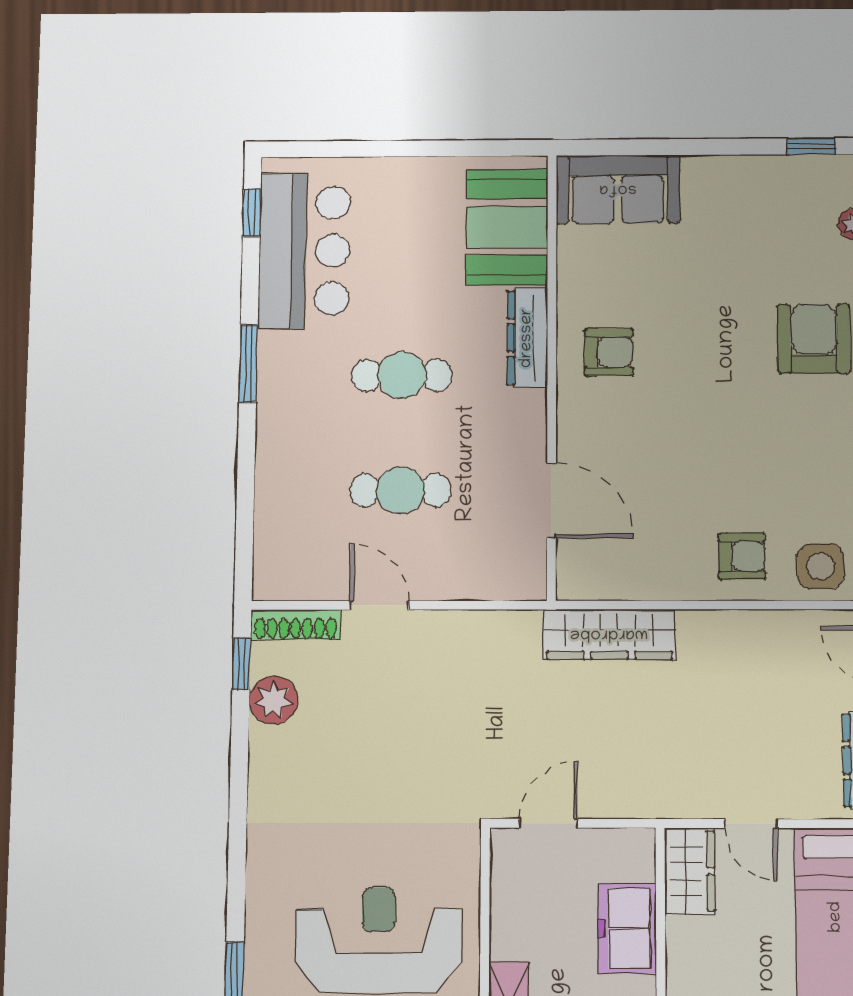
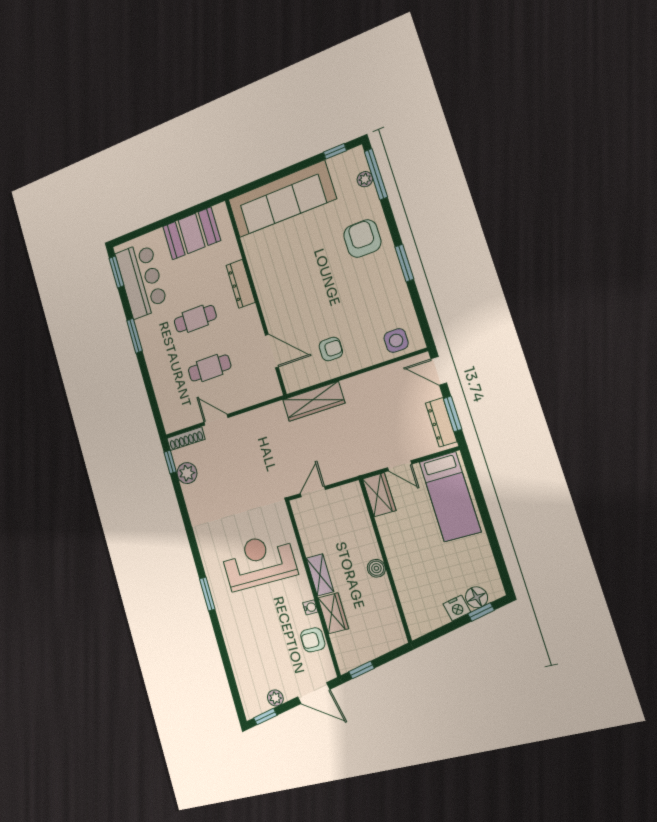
sofa: (618, 189) -> (282, 199), width x1.85, depth x1.27
window: (252, 213) -> (117, 272), width x1.50
booth: (507, 227) -> (192, 233), moved, turned 90
armchair: (609, 352) -> (276, 277), removed
armchair: (742, 556) -> (331, 349), moved
freezer: (627, 928) -> (360, 528), removed

